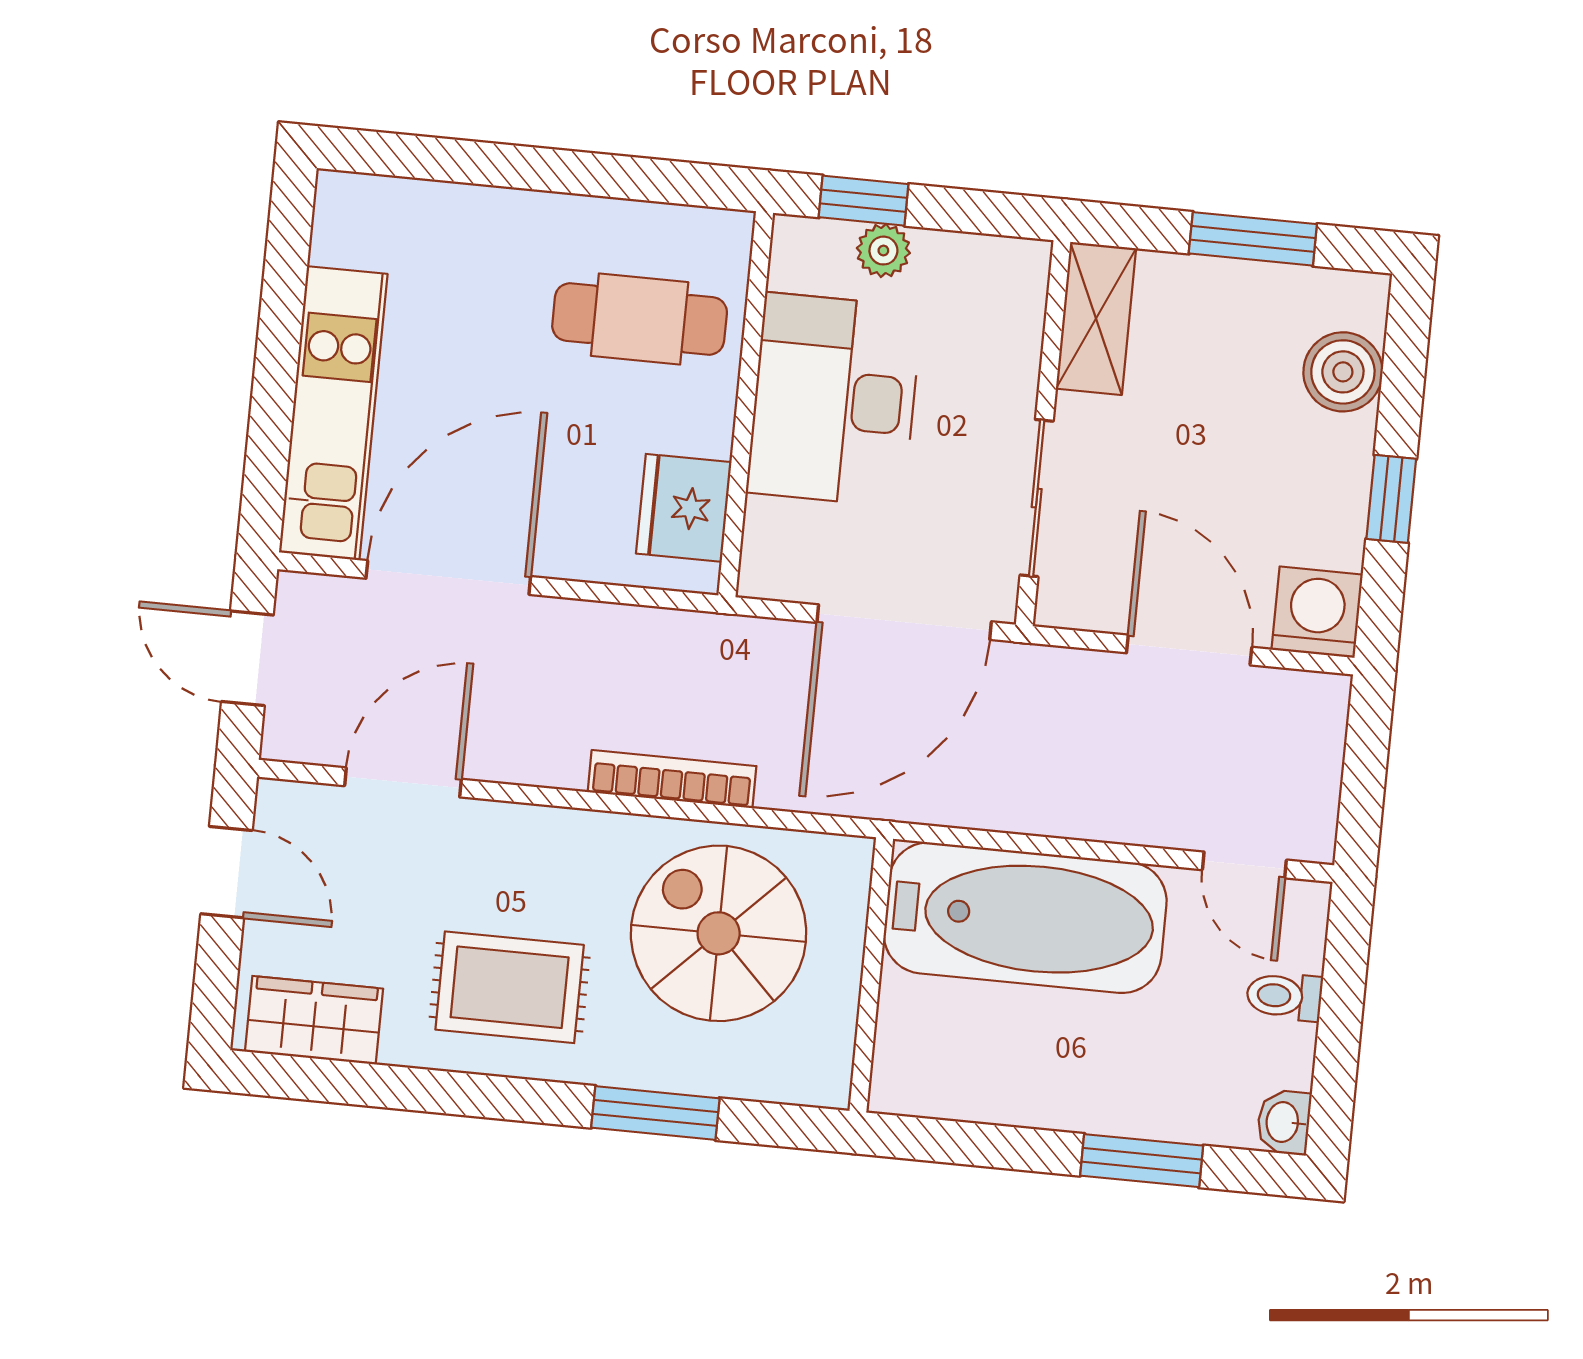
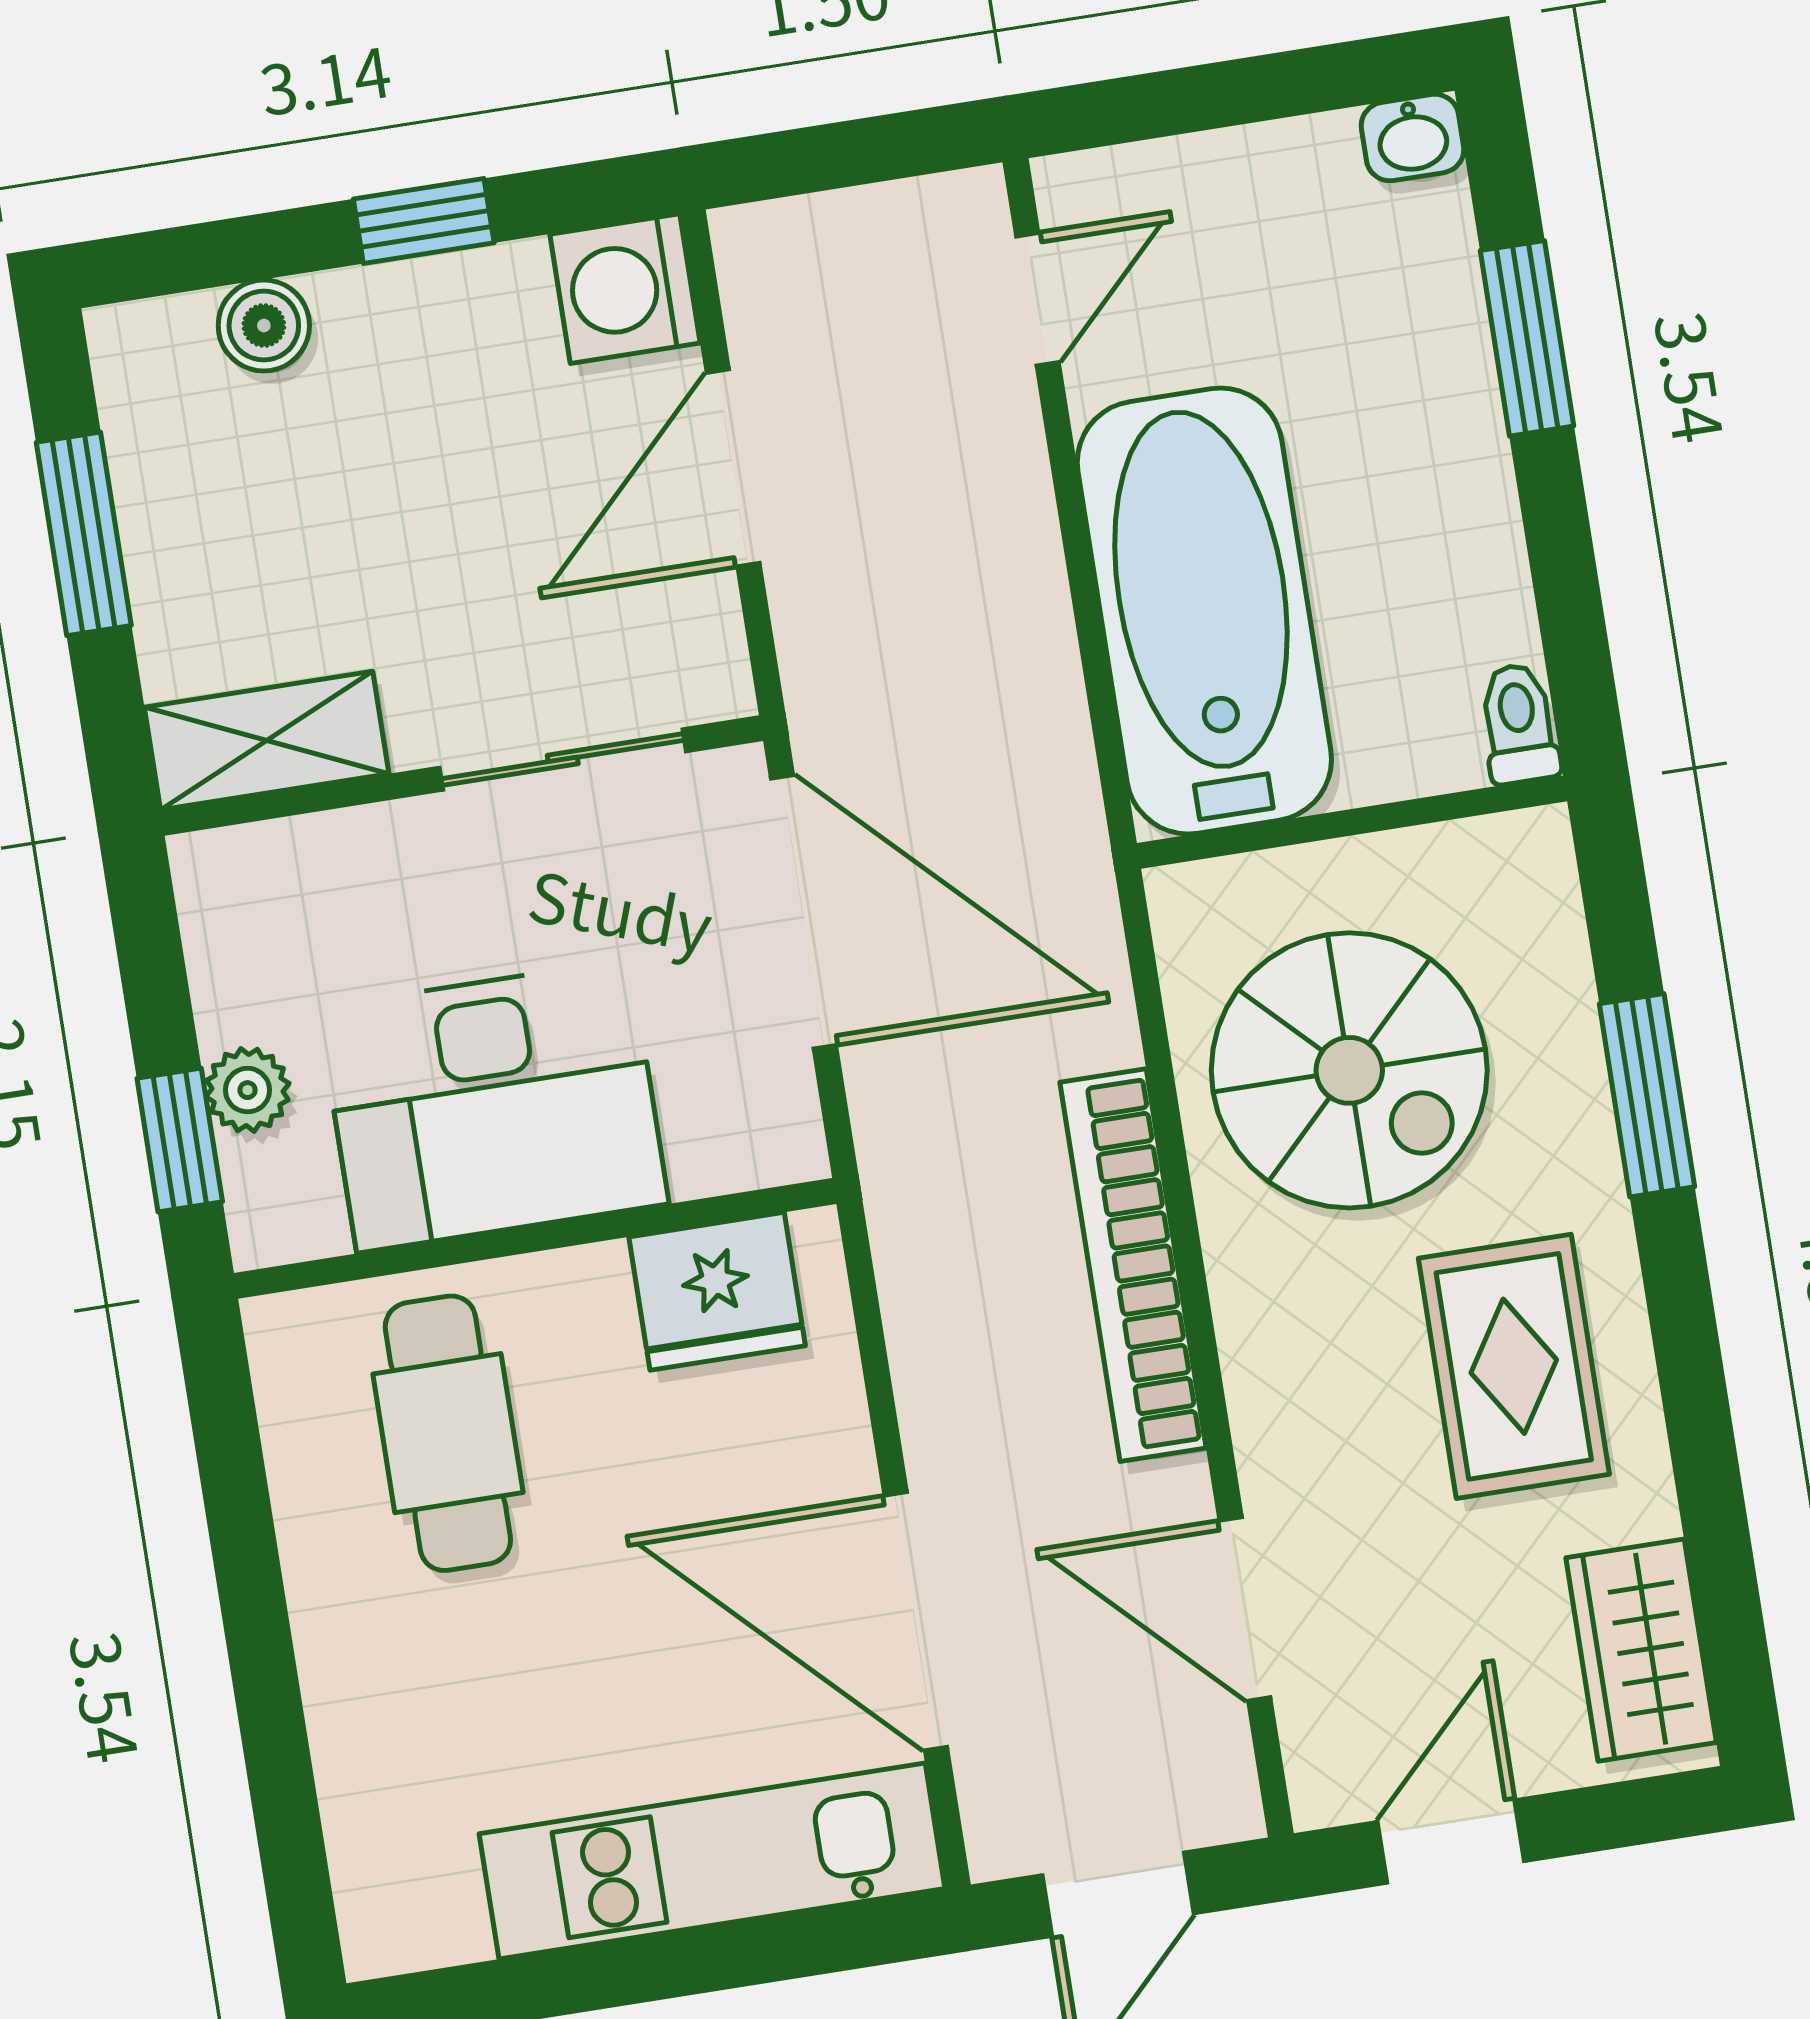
boiler: (1343, 372) -> (264, 326), width x0.73, depth x0.73
bookcase: (672, 779) -> (1133, 1265), width x1.48, depth x1.31
spiral stairs: (719, 933) -> (1349, 1070), turned -90
toilet: (1284, 996) -> (1519, 724), moved, turned 180

